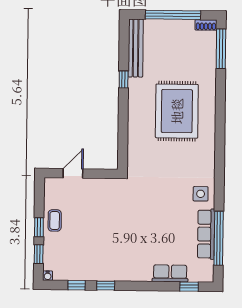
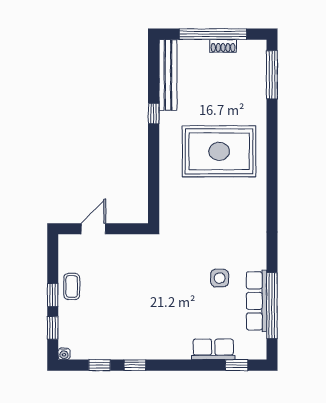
shoe rack: (206, 25) -> (223, 46), moved
rug: (177, 111) -> (219, 151), turned 90
side table: (201, 194) -> (220, 278), moved

